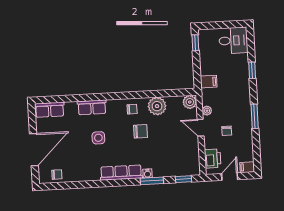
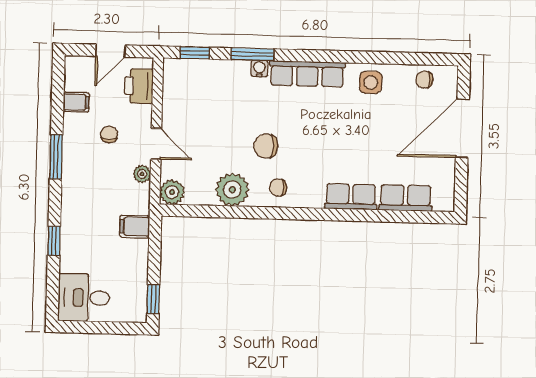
row of seats: (50, 110) -> (406, 198), moved
side table: (98, 138) -> (371, 82), moved
filing cabinet: (247, 167) -> (76, 102), moved

